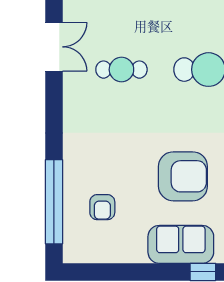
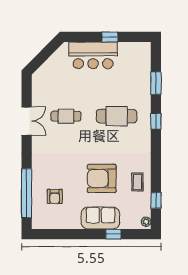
double door: (54, 47) -> (27, 121), moved
armchair: (183, 176) -> (102, 178), turned 180

